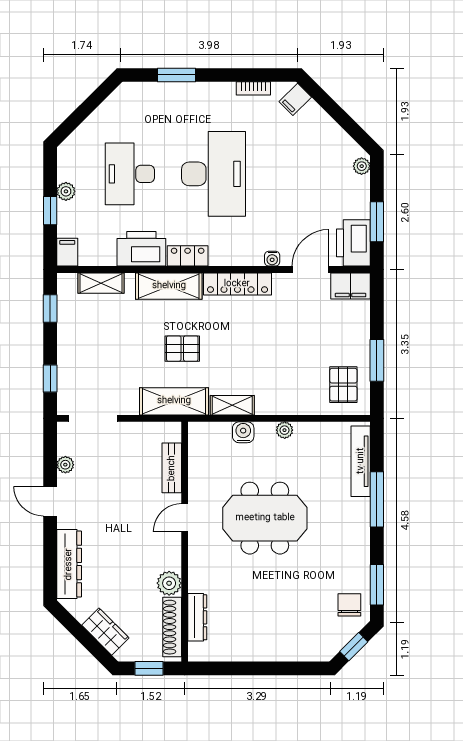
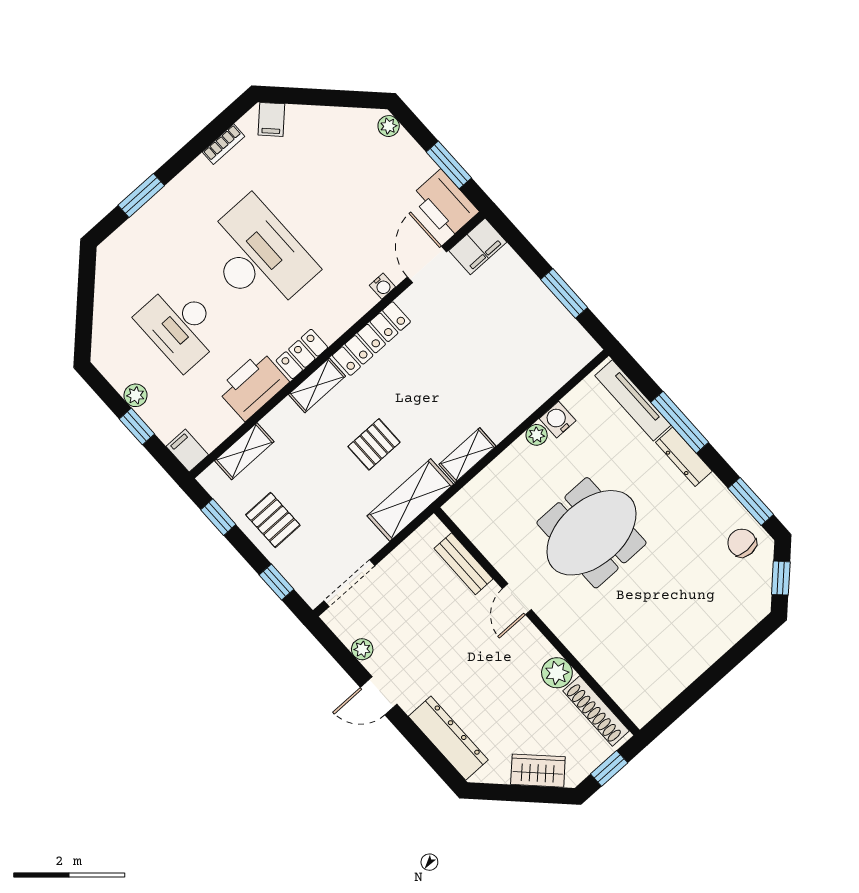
shelving: (169, 286) -> (317, 385), width x0.67, depth x0.75
pallet: (343, 385) -> (273, 520), moved
water cooler: (243, 432) -> (558, 420), moved
dresser: (197, 617) -> (684, 457), moved, turned 180

